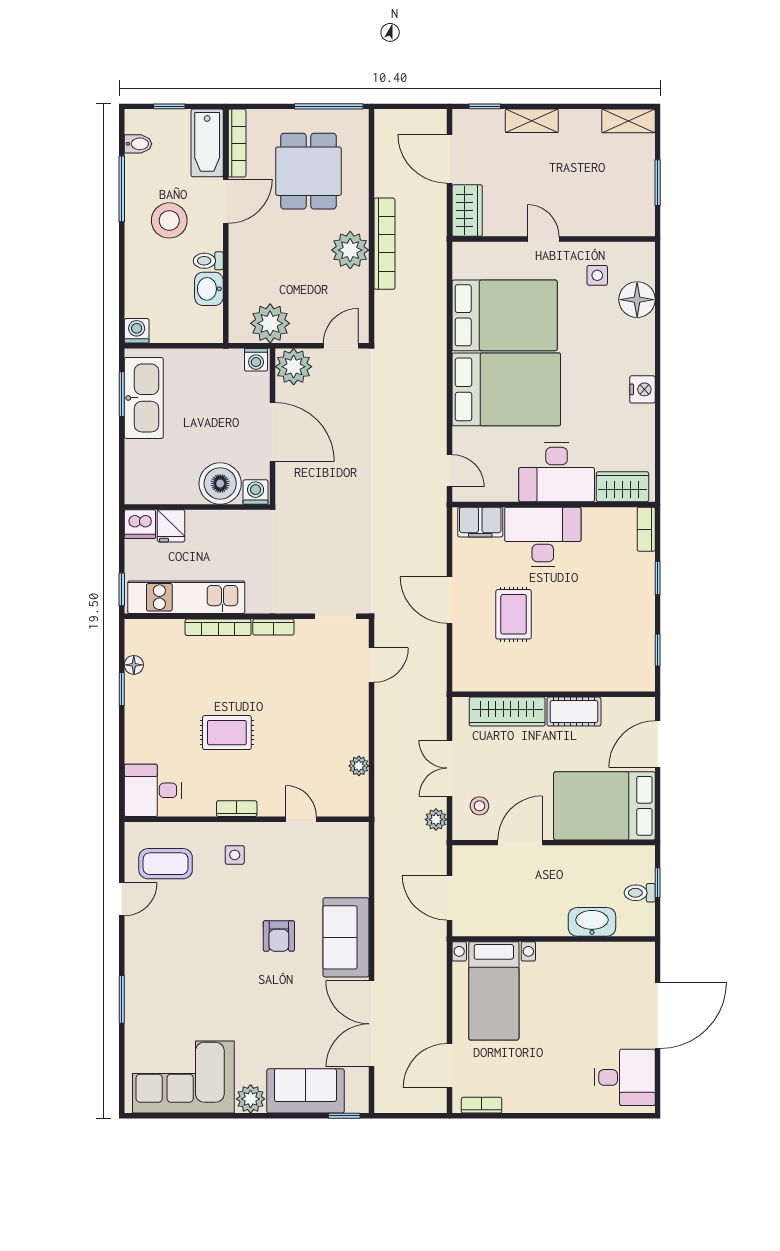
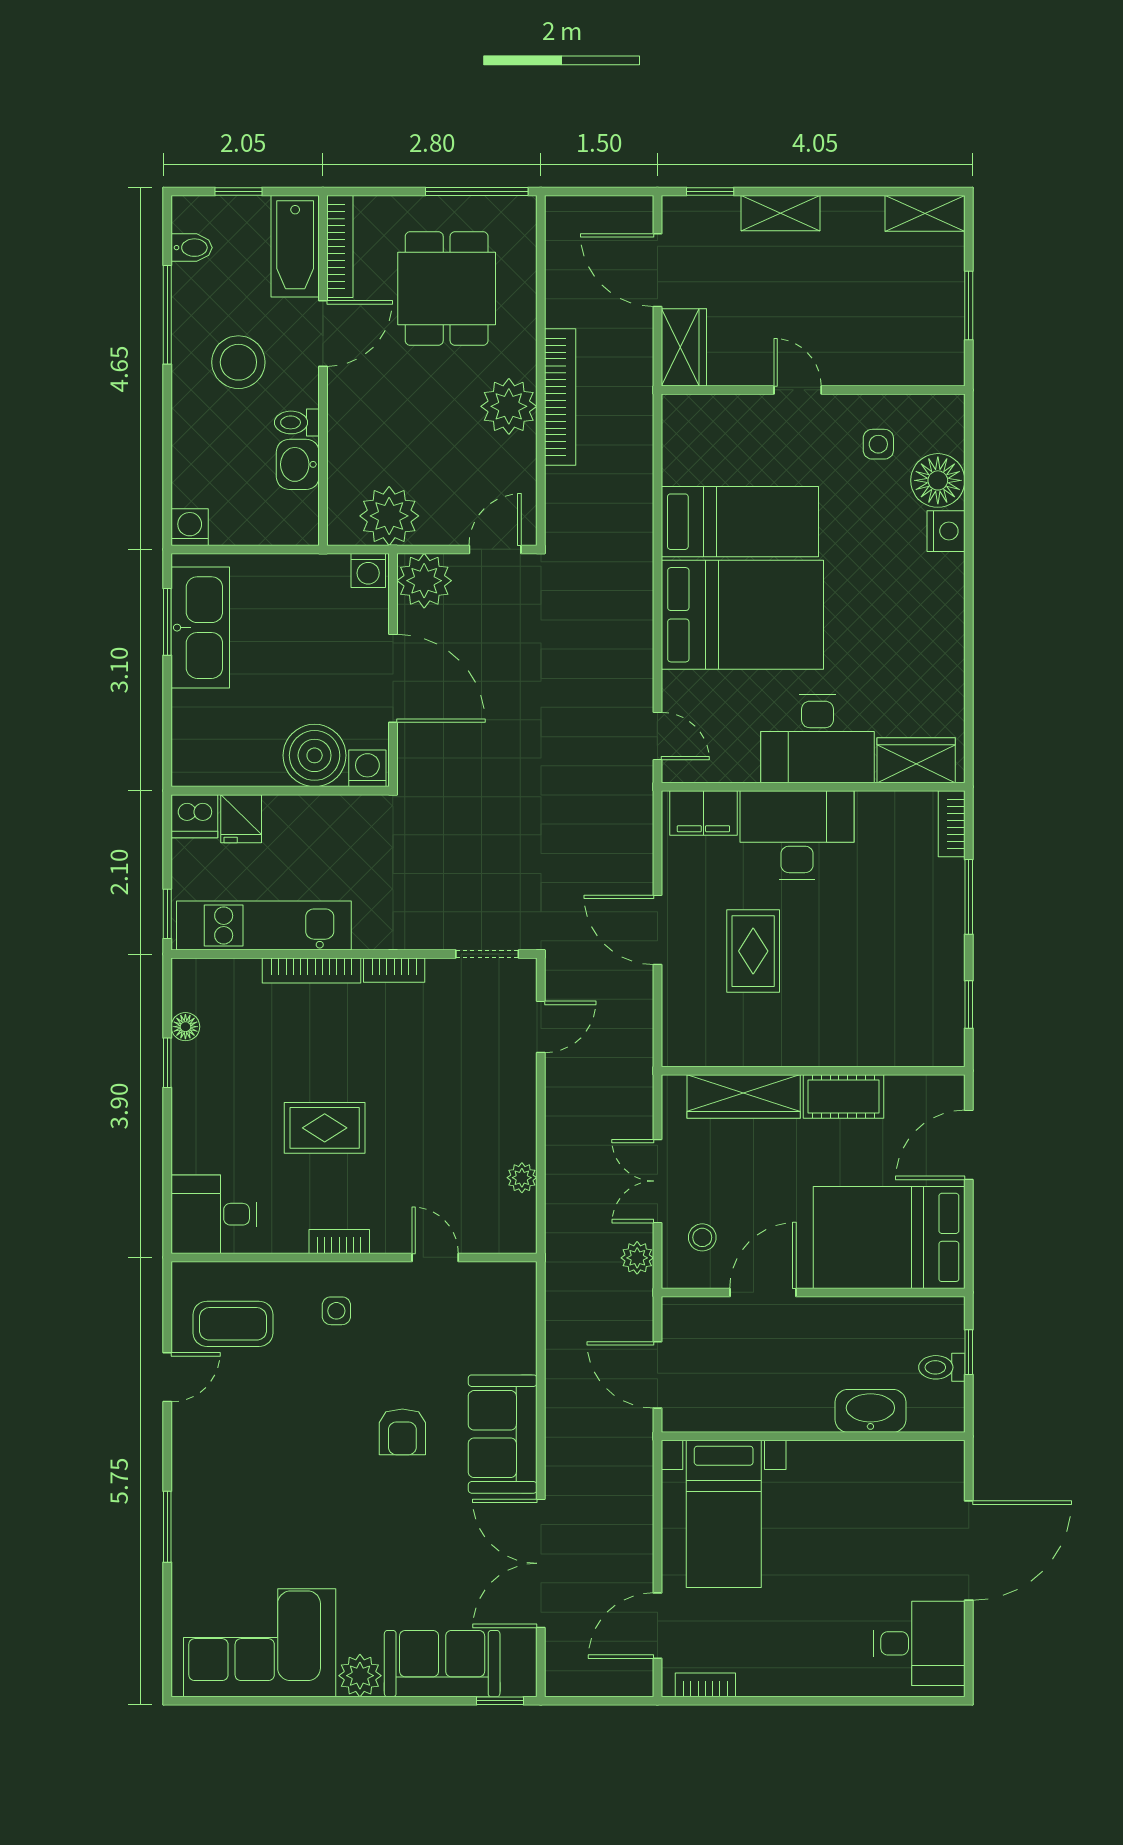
bed: (505, 315) -> (740, 522), width x0.67
nightstand: (642, 389) -> (946, 531), moved
window: (658, 578) -> (969, 897), width x1.50

